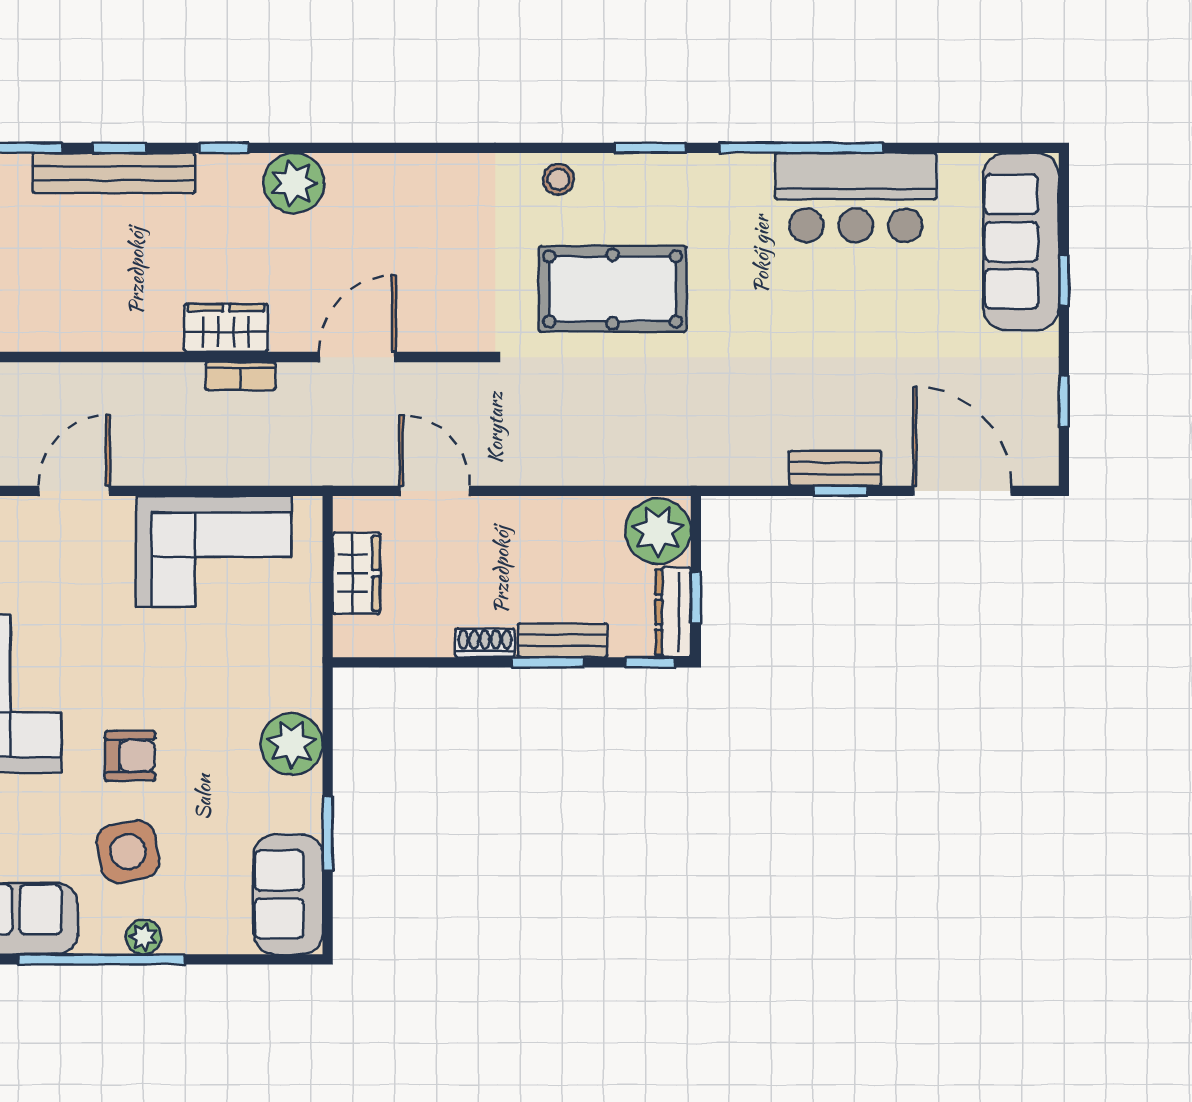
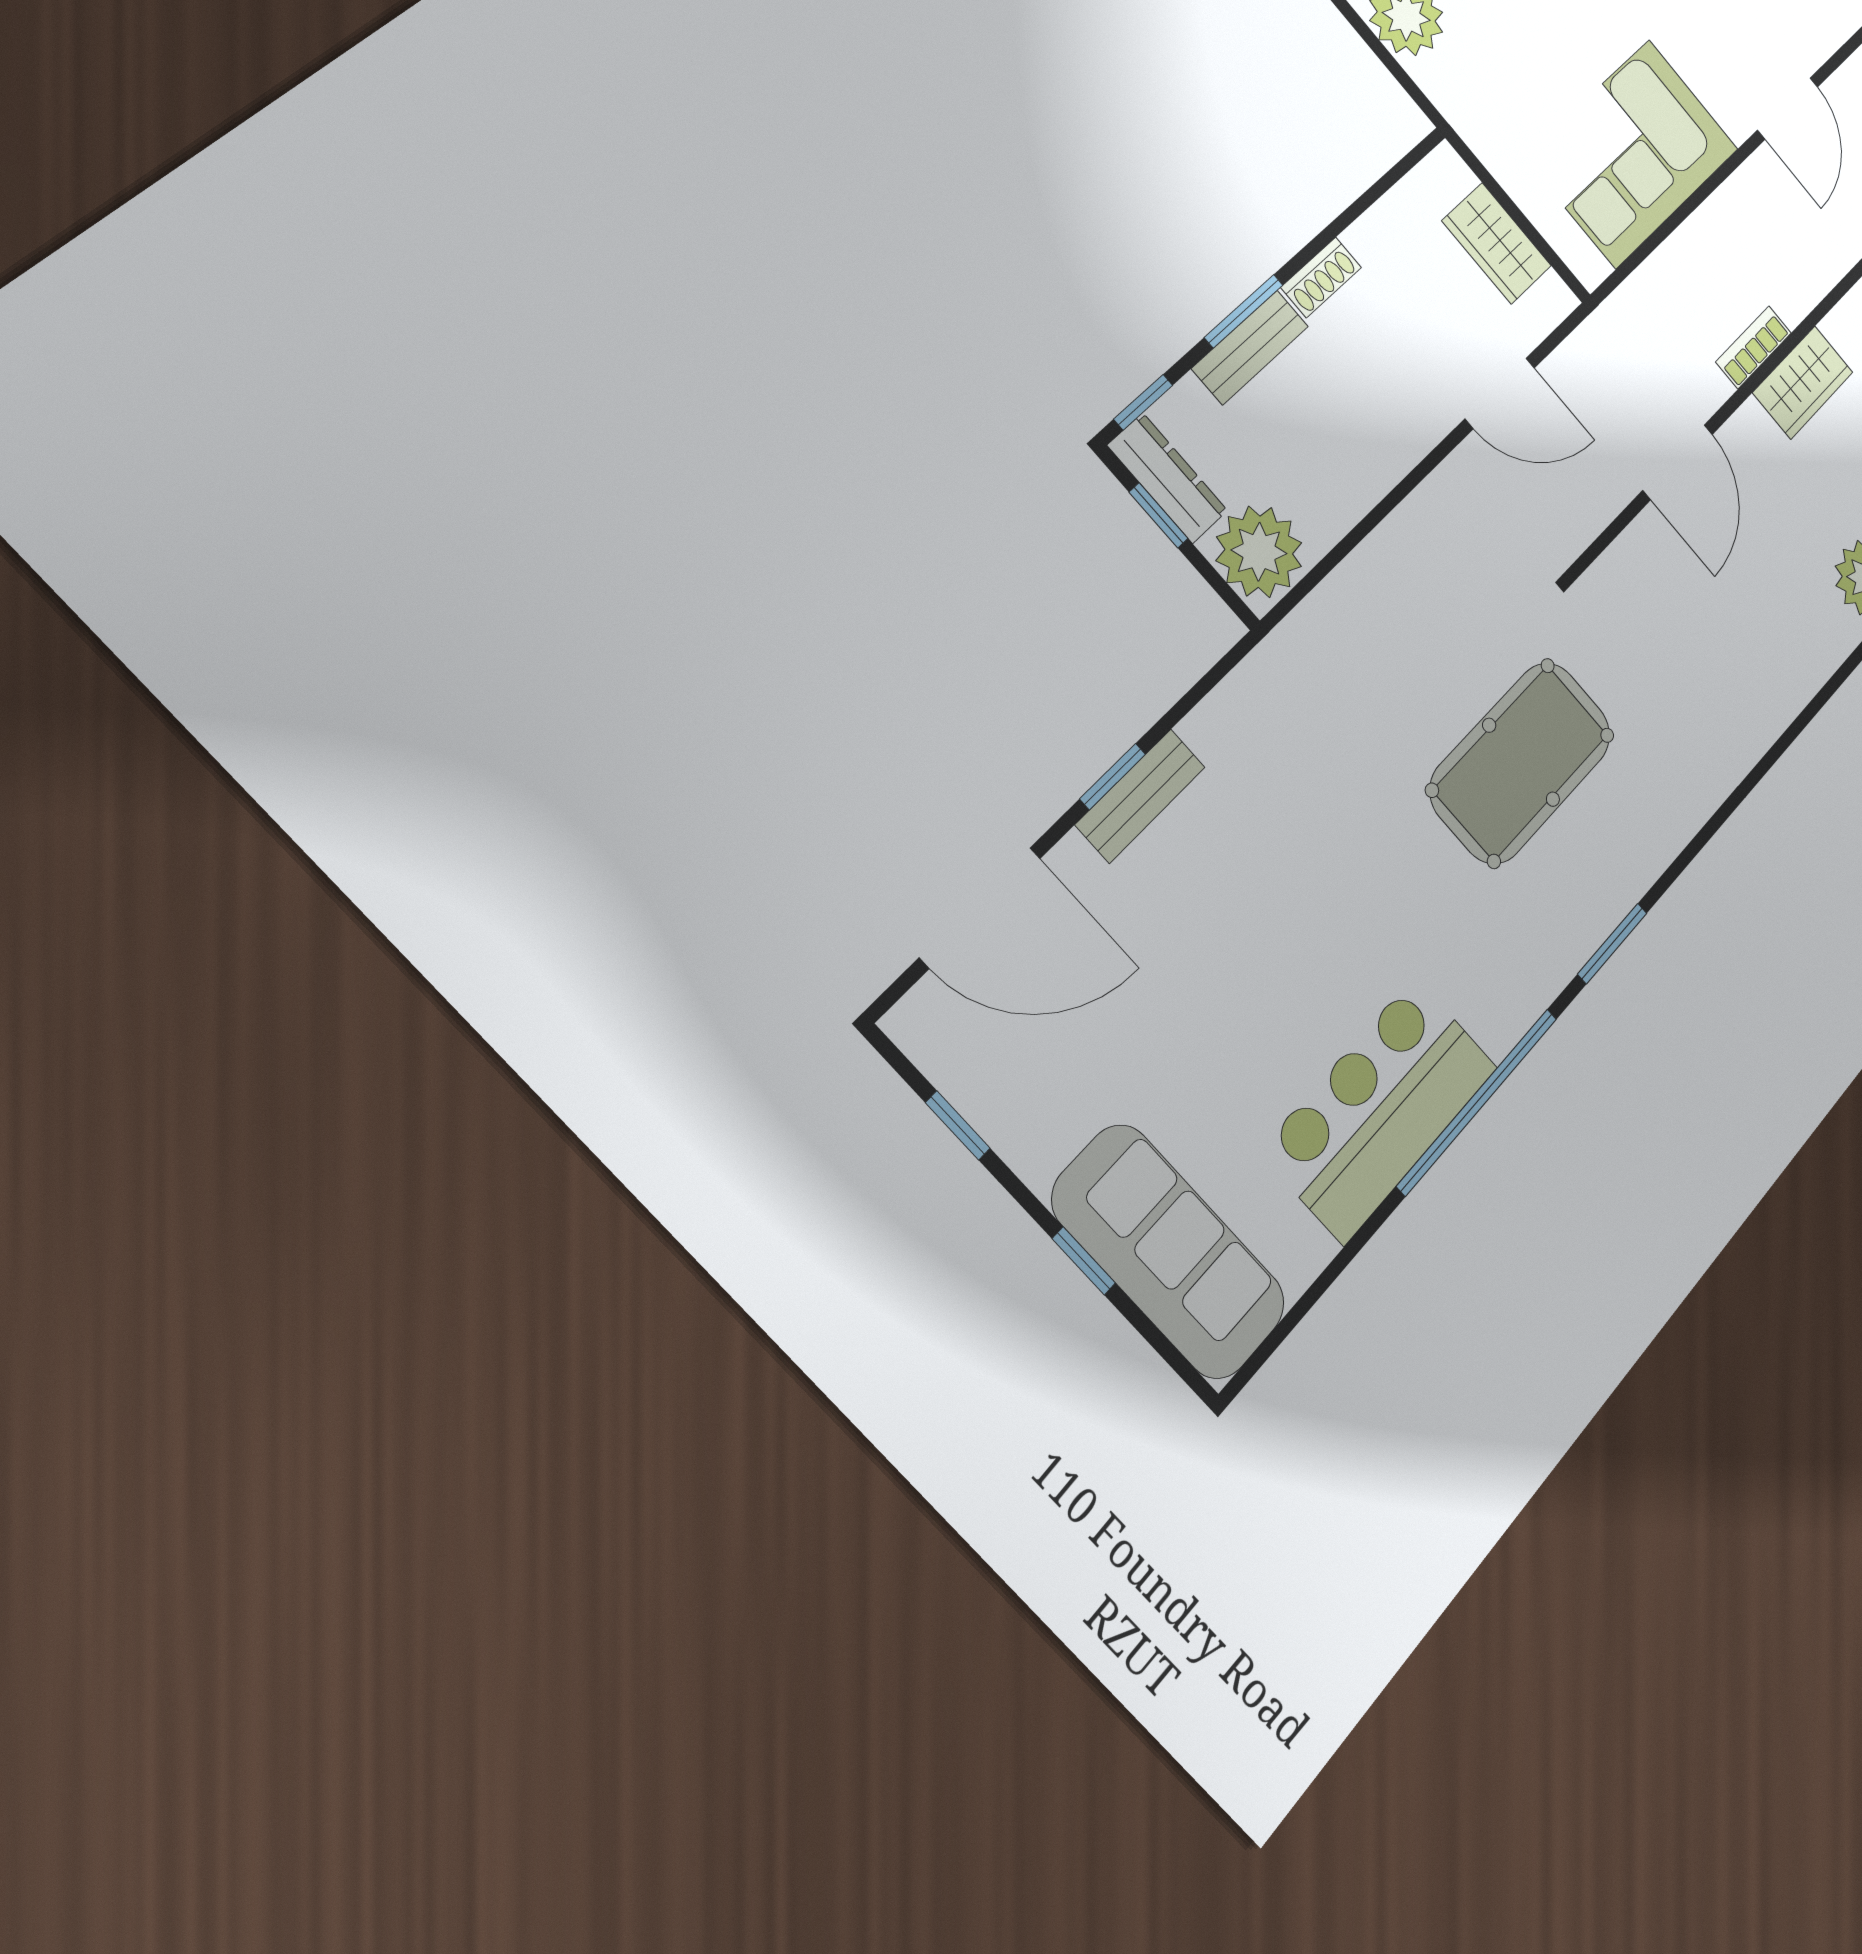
stool: (558, 179) -> (1663, 821), removed

